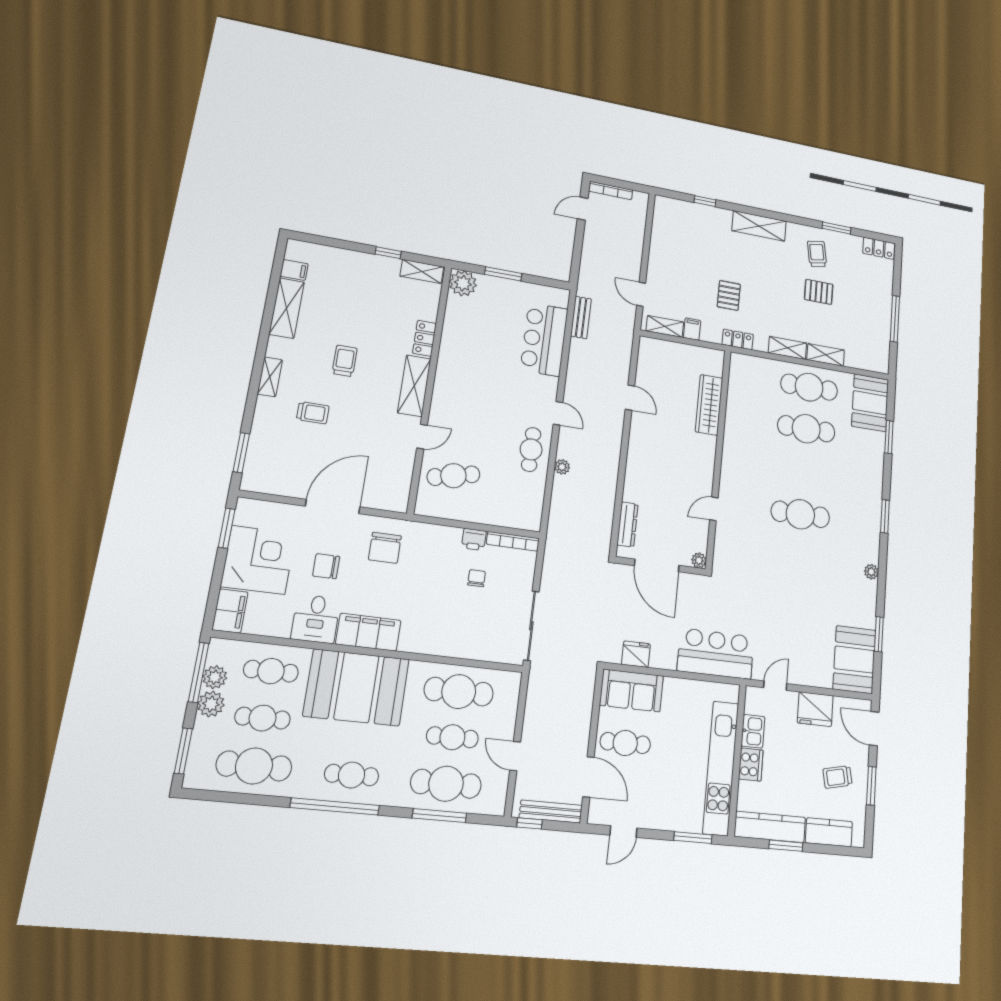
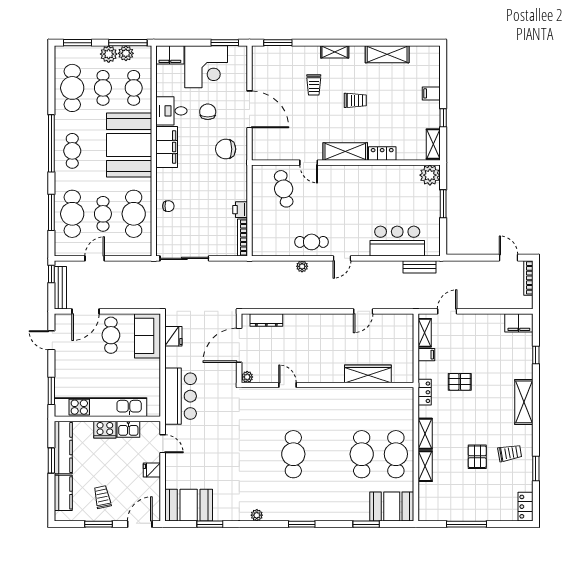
filing cabinet: (664, 213) -> (519, 323), added
filing cabinet: (294, 270) -> (431, 93), moved, turned 90
chair: (477, 578) -> (168, 206), moved
fridge: (815, 709) -> (152, 470), width x0.53, depth x0.75

